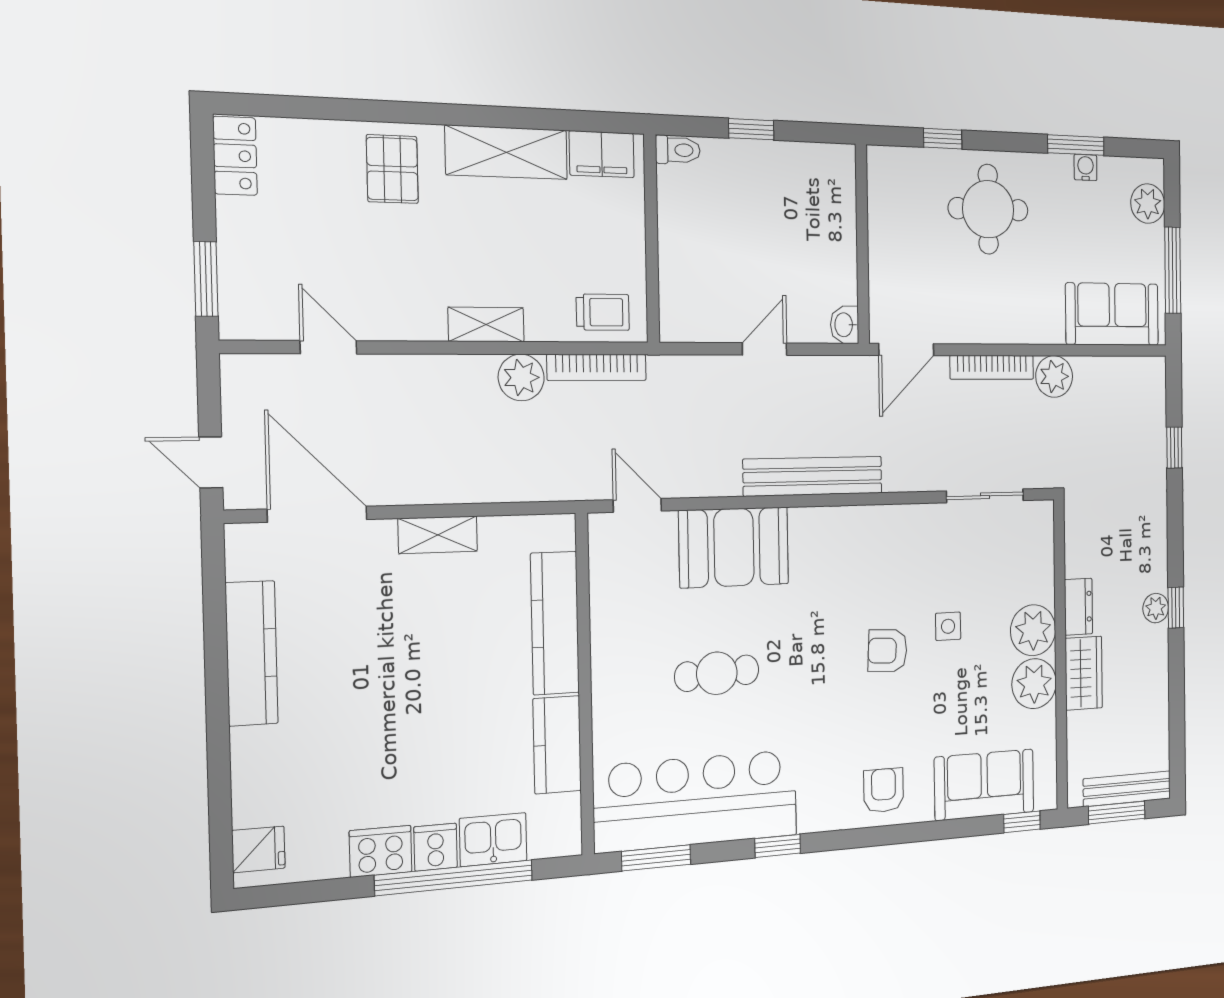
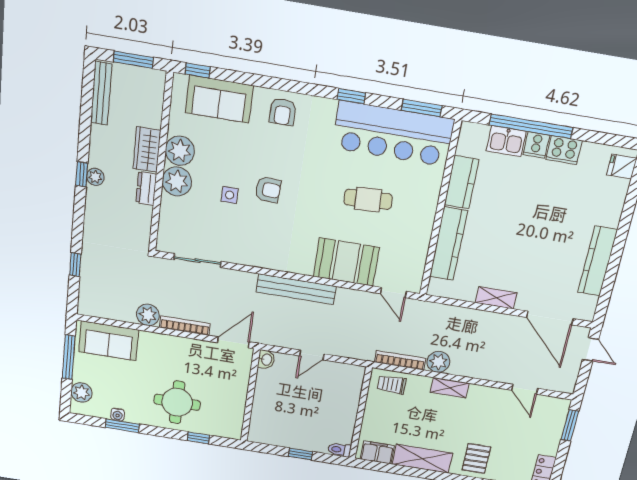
bench: (1127, 789) -> (101, 93), moved, turned 90

